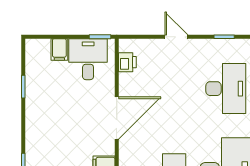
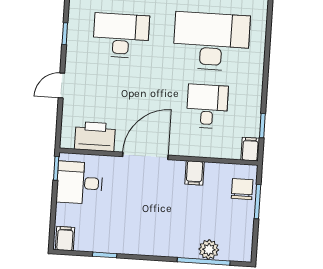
filing cabinet: (59, 49) -> (65, 239), moved, turned -90
printer: (127, 62) -> (95, 136), width x1.87, depth x1.48
door: (117, 118) -> (145, 156), hinge flipped

